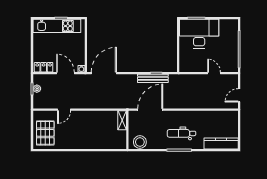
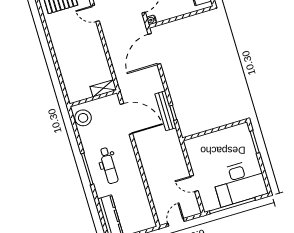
desk: (199, 34) -> (240, 183), moved, turned 90
door: (104, 73) -> (154, 49), swing flipped
door: (214, 73) -> (194, 184), swing flipped
door: (239, 95) -> (176, 222), hinge flipped
dental chair: (181, 133) -> (109, 166), turned 180

